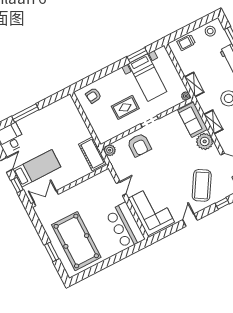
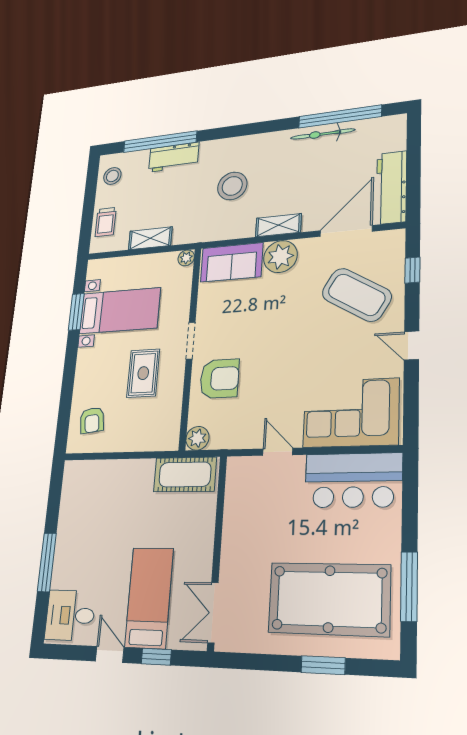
shelving: (194, 85) -> (150, 238), moved
shelving: (213, 122) -> (278, 225), moved
window: (97, 268) -> (409, 586), added

